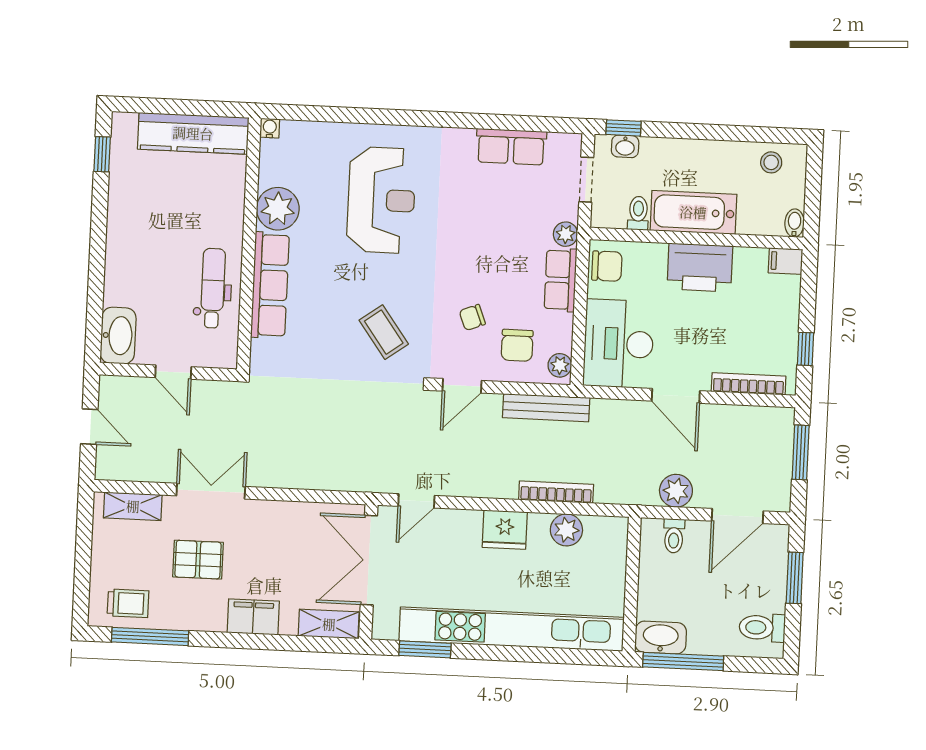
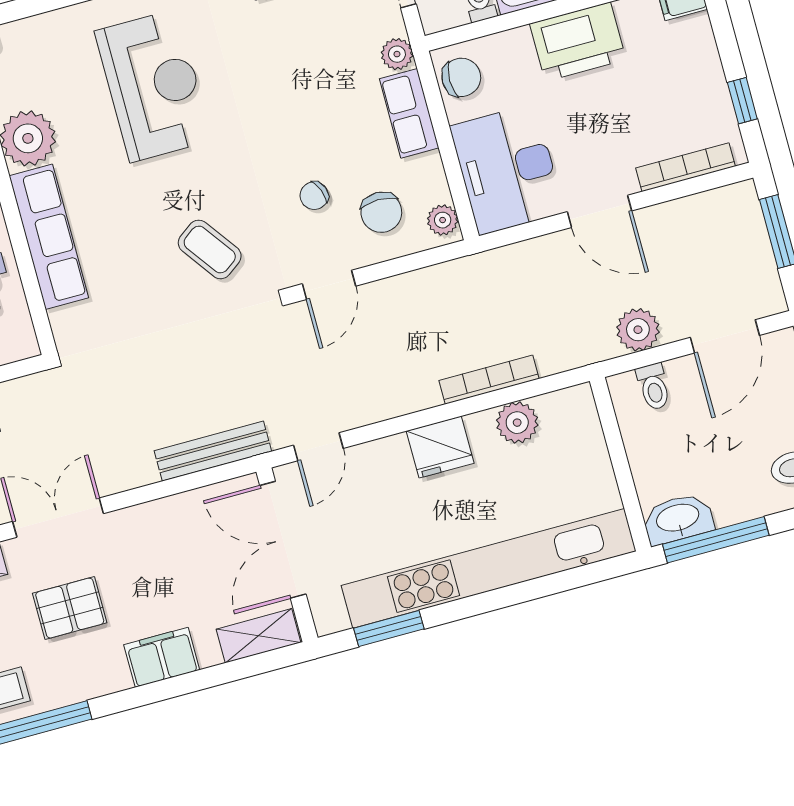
bench: (546, 408) -> (213, 451), moved

